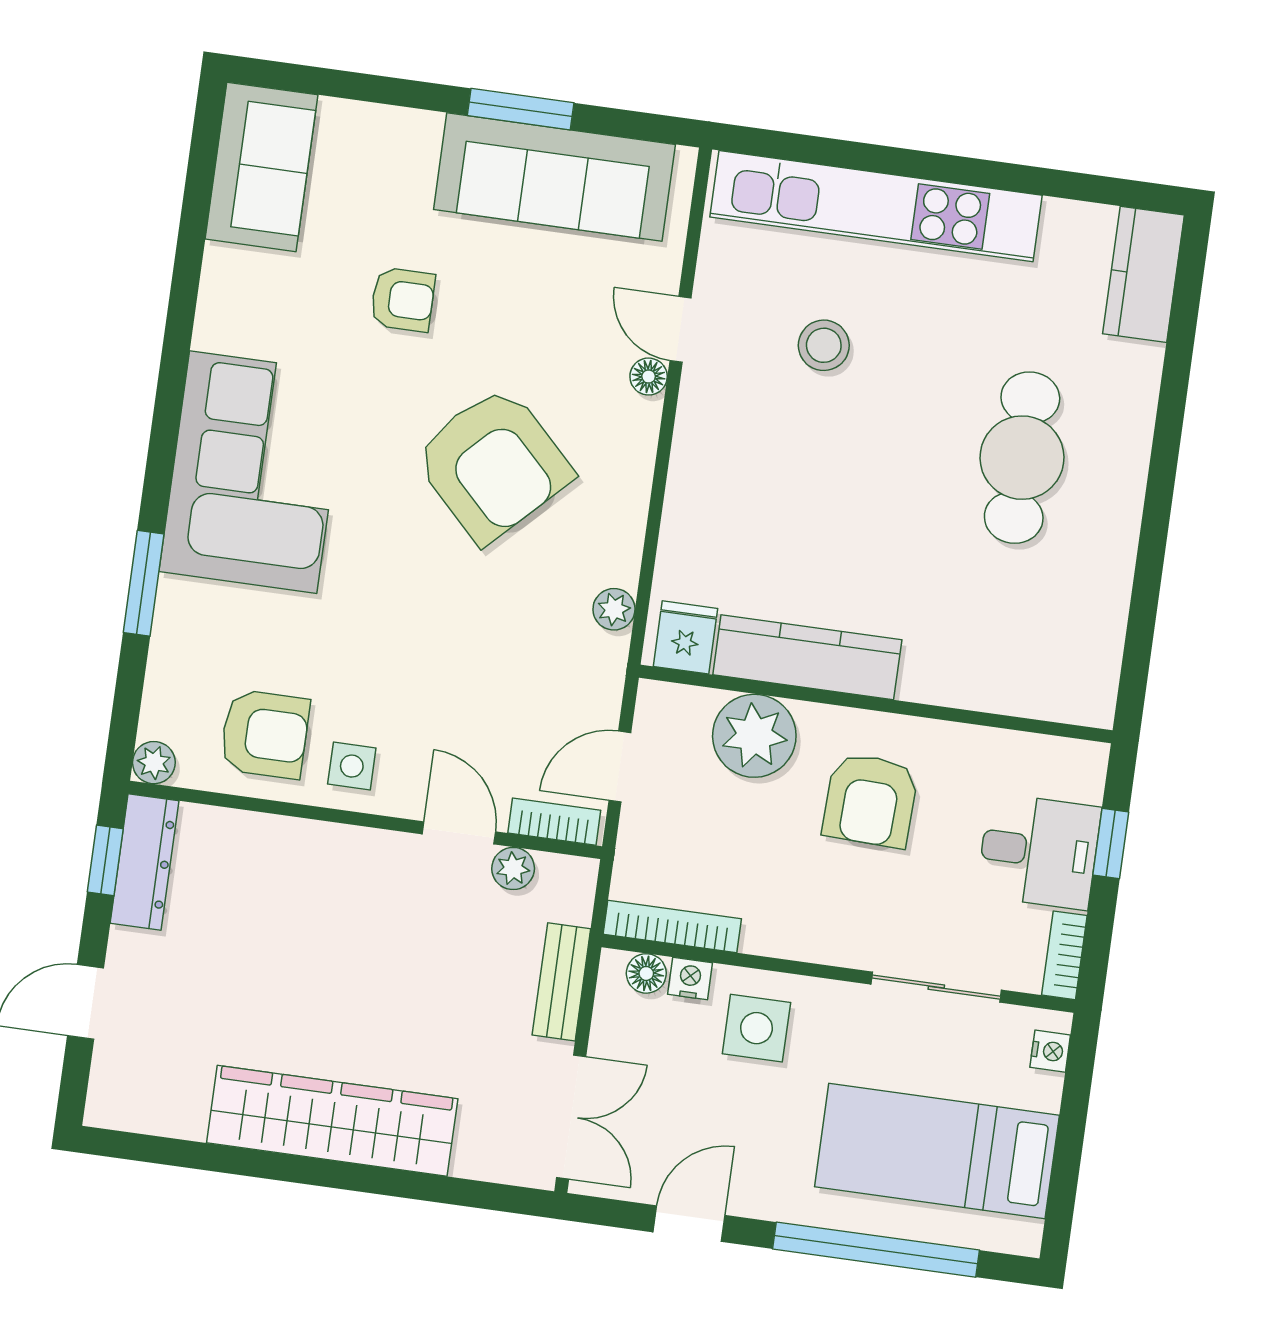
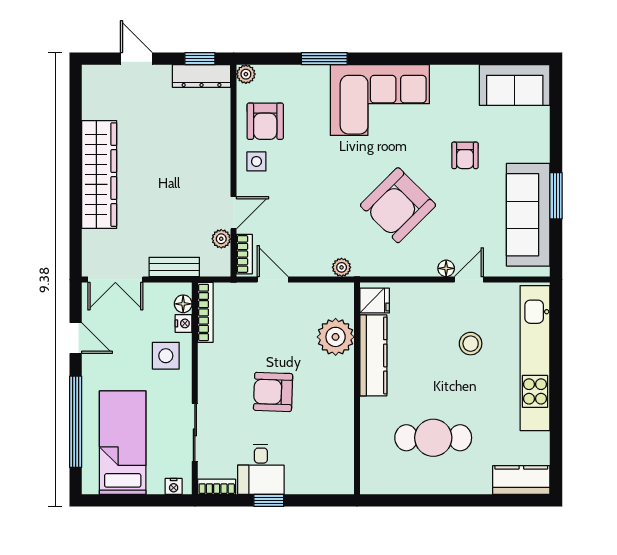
fridge: (685, 637) -> (375, 301), moved
kitchen counter: (807, 657) -> (373, 355), moved
wall: (876, 704) -> (357, 388), moved
plant: (754, 736) -> (336, 337), moved

